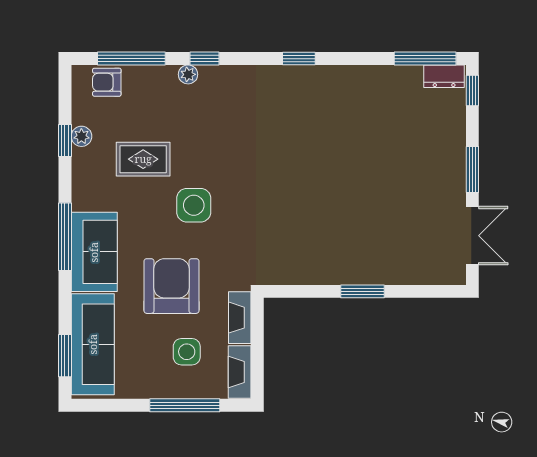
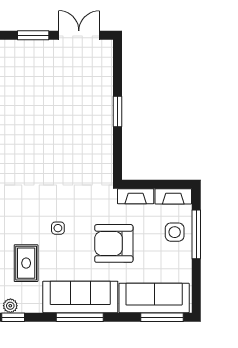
side table: (194, 205) -> (58, 228), width x0.54, depth x0.54
sofa: (94, 252) -> (80, 297), width x1.36
side table: (187, 352) -> (175, 232), moved
window: (65, 356) -> (162, 317), width x1.44

